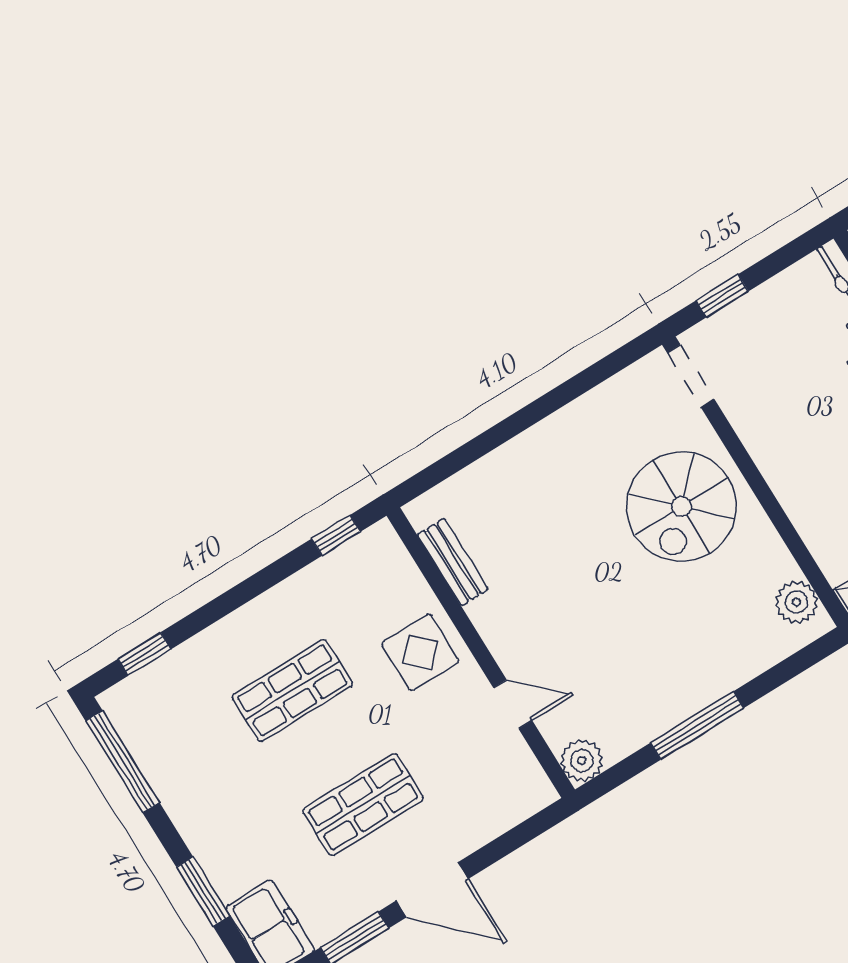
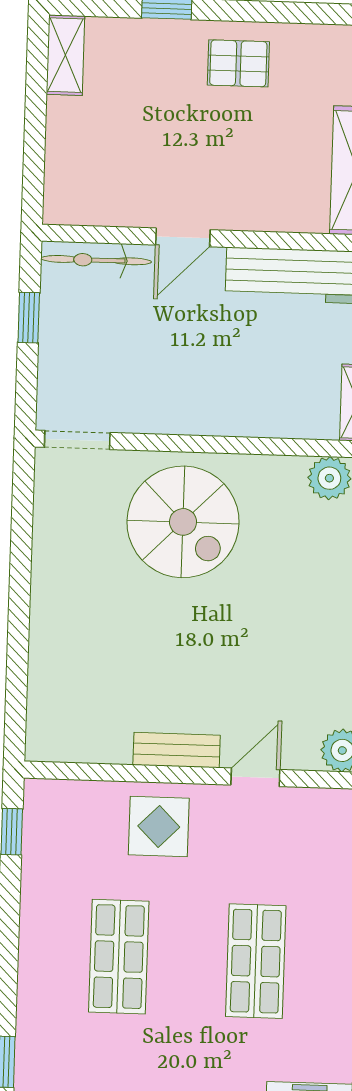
window: (722, 296) -> (29, 318), moved
bench: (453, 562) -> (177, 750), moved

